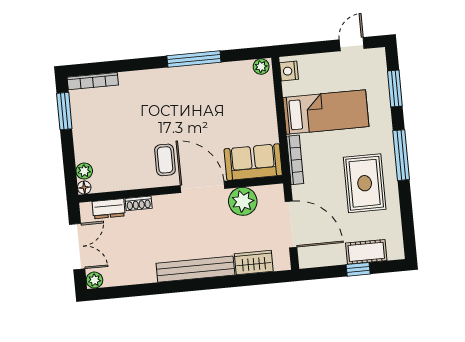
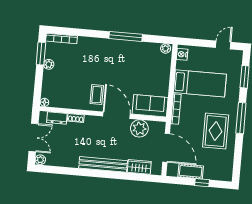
plant: (84, 171) -> (49, 64), moved
cot: (366, 252) -> (191, 171), moved

